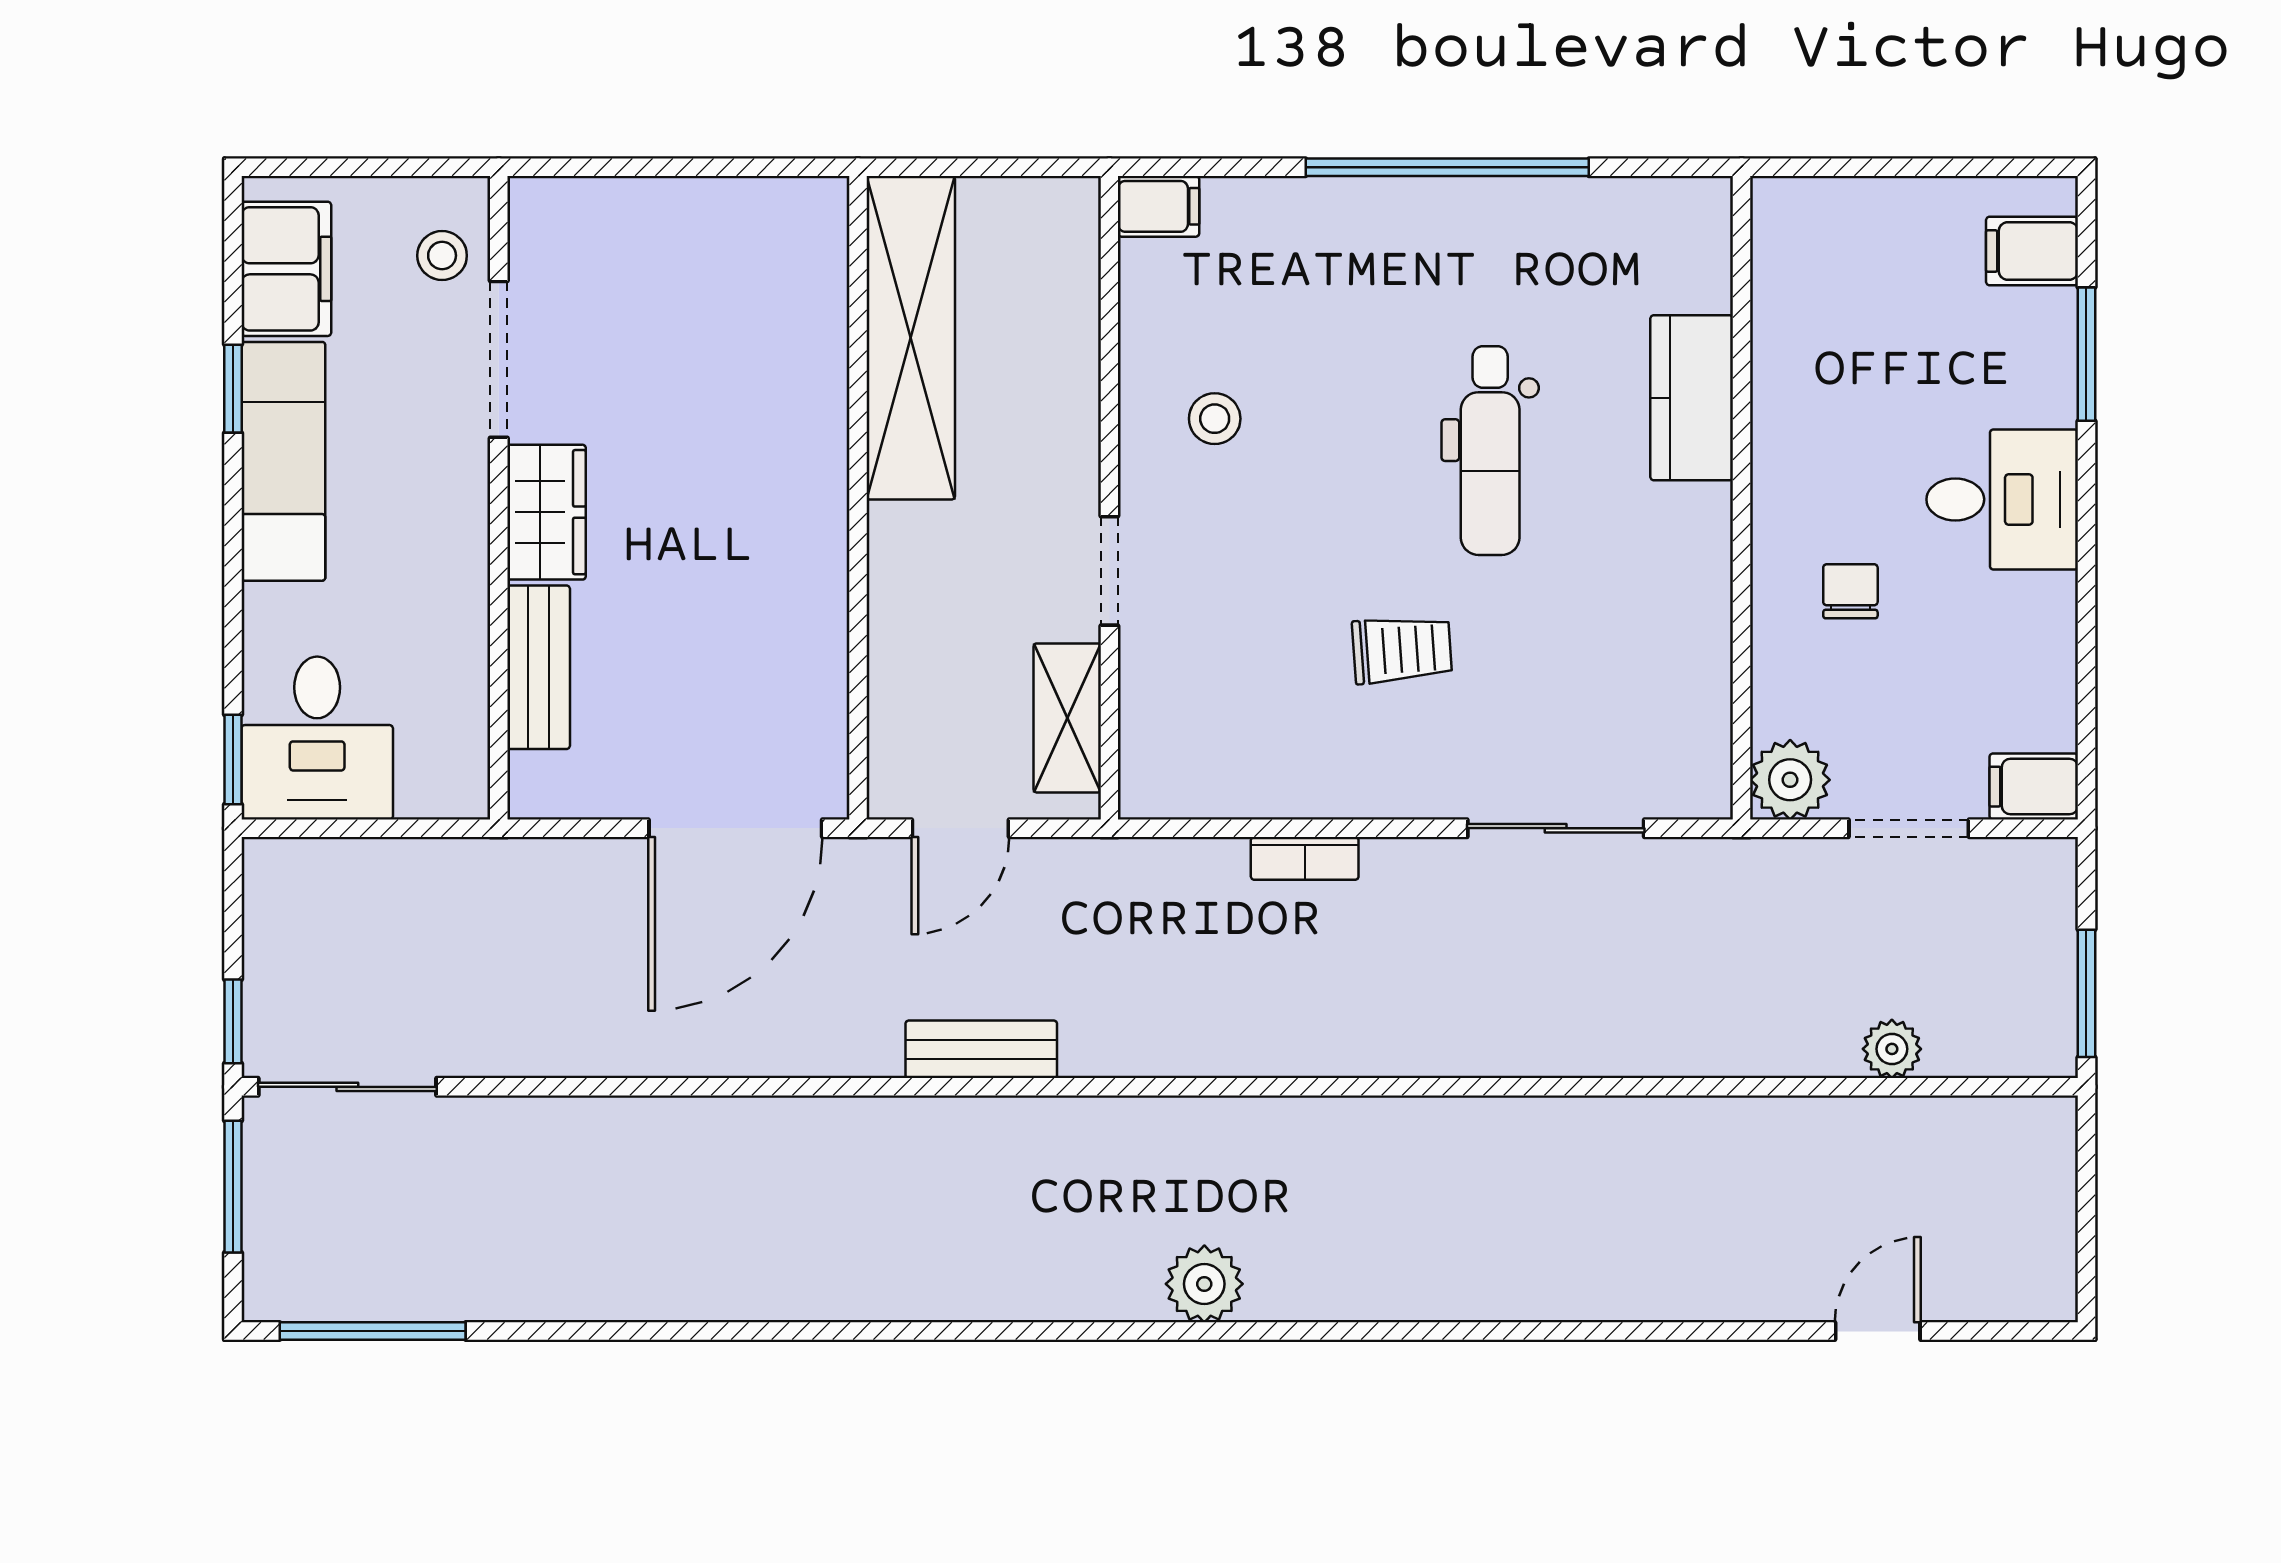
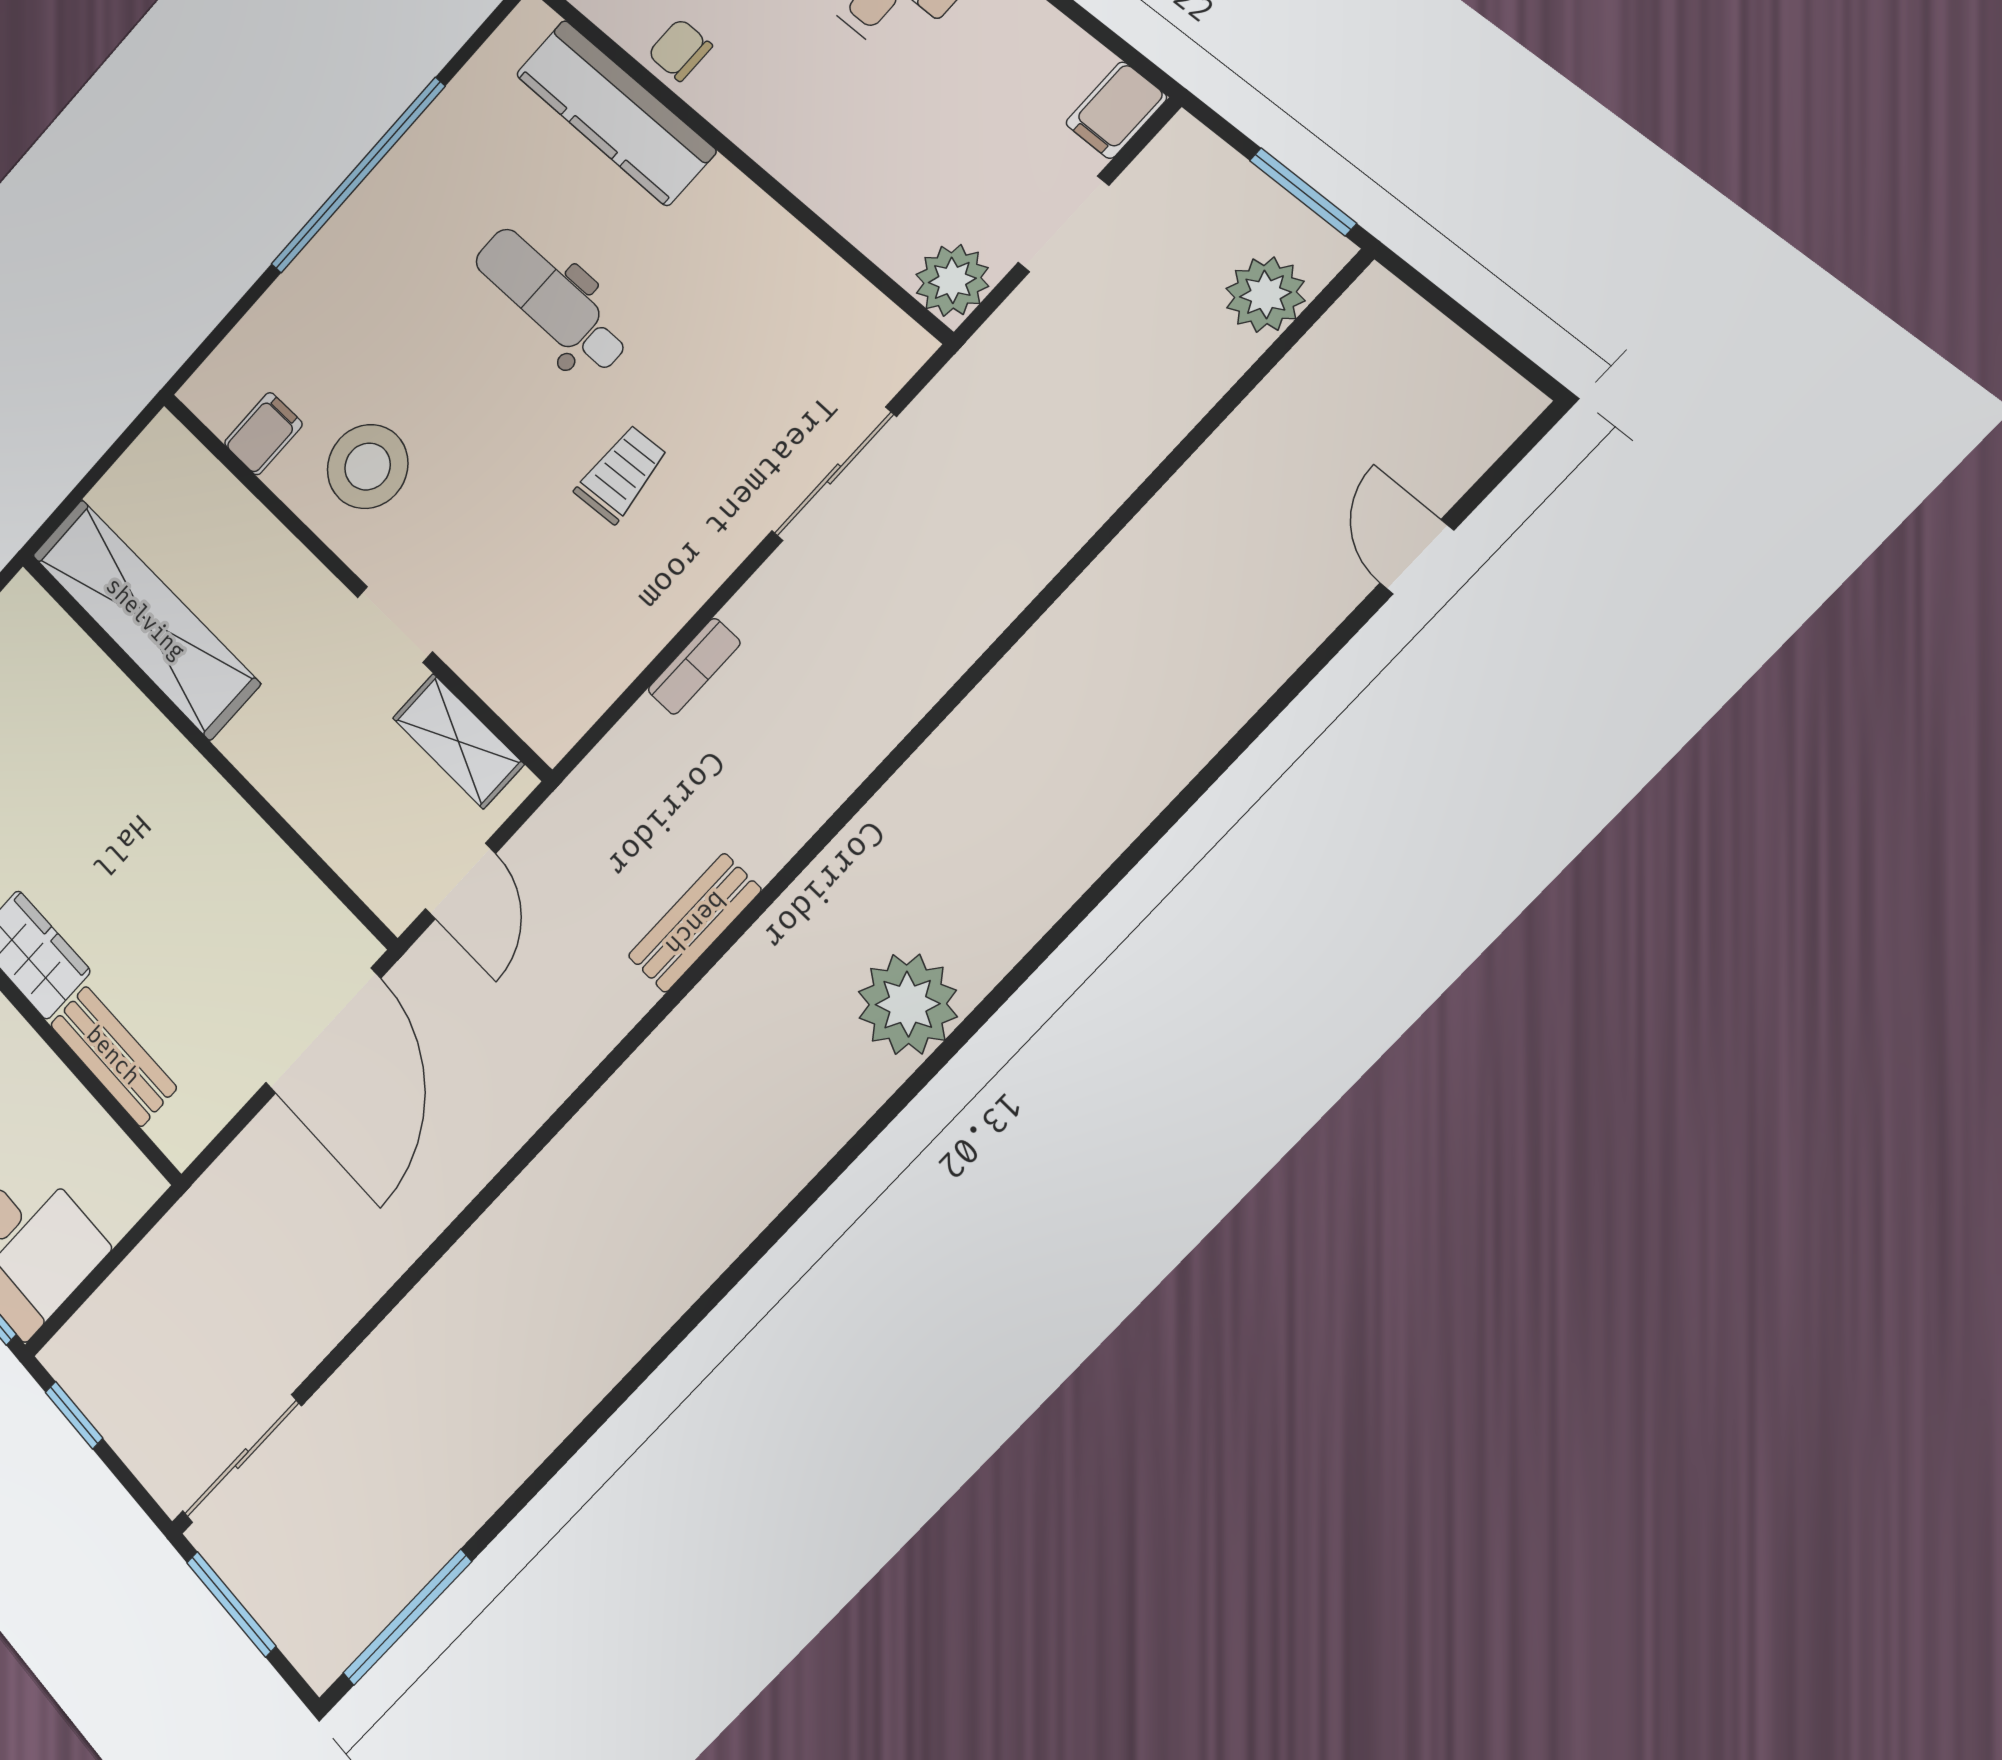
filing cabinet: (1159, 206) -> (263, 434), moved
kitchen counter: (1692, 398) -> (615, 112), width x1.50
stool: (1215, 419) -> (368, 467), width x1.89, depth x1.89
dental chair: (1490, 451) -> (551, 300), turned 180
chair: (1850, 591) -> (680, 50), moved
window: (233, 1021) -> (74, 1415), moved
bench: (981, 1049) -> (695, 923), moved
plant: (1892, 1049) -> (1265, 295), moved, width x1.38, depth x1.38
plant: (1204, 1284) -> (908, 1004), width x1.36, depth x1.36

